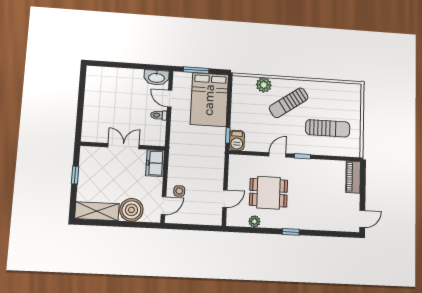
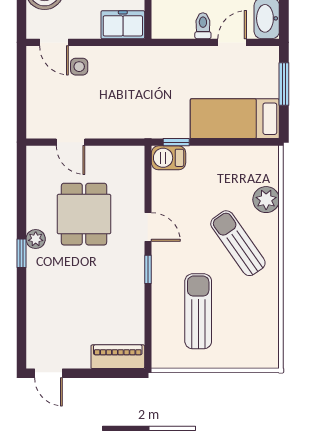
bed: (209, 100) -> (235, 119), width x0.67
sun lounger: (328, 128) -> (198, 311), turned 180
plant: (254, 221) -> (36, 239), moved

